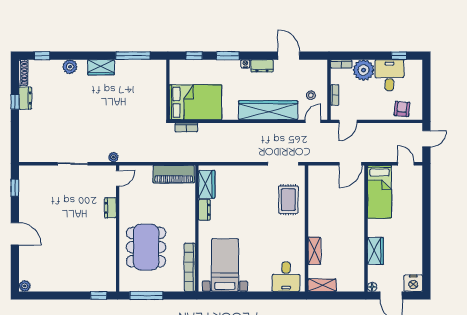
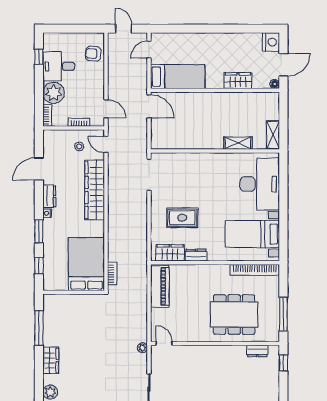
rug: (288, 200) -> (182, 218), moved
dresser: (110, 208) -> (257, 351), moved
desk: (286, 277) -> (260, 184), width x1.87, depth x1.30

